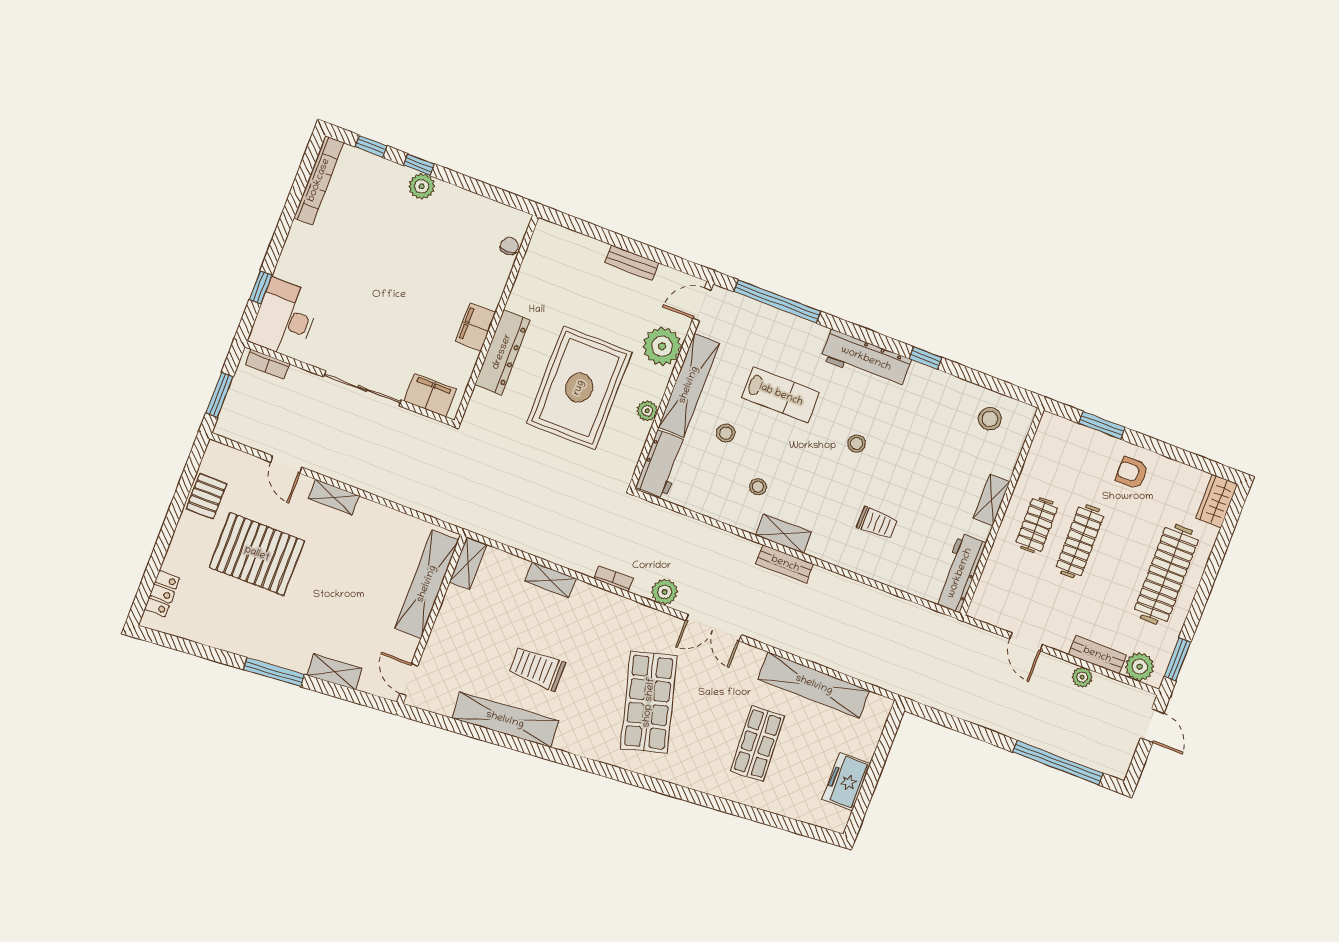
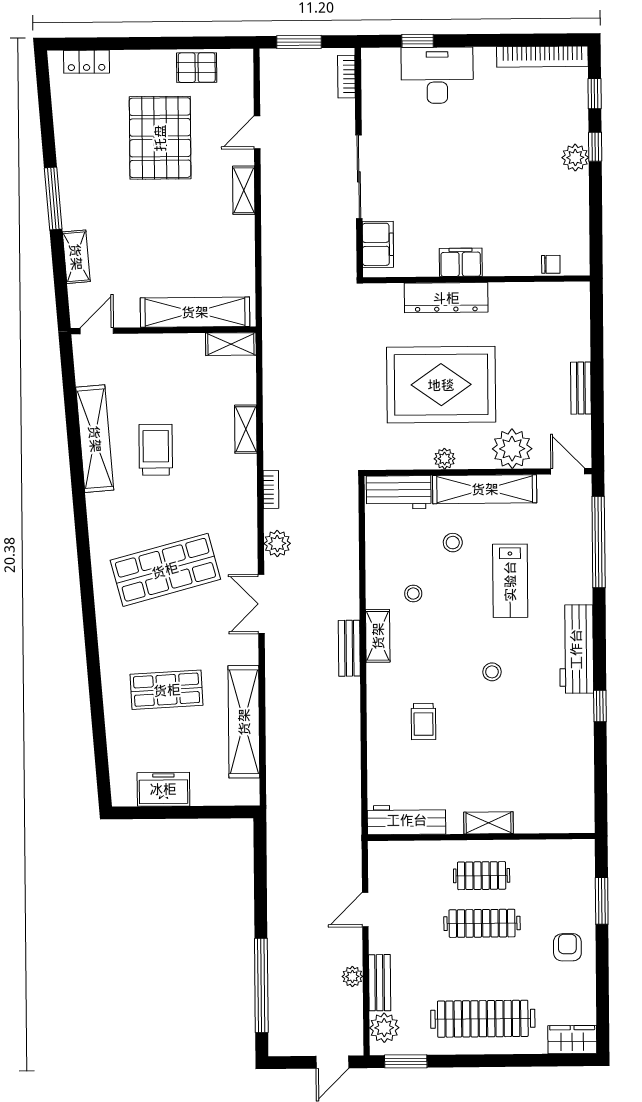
desk: (284, 318) -> (437, 75), moved
stool: (990, 419) -> (566, 791), removed

